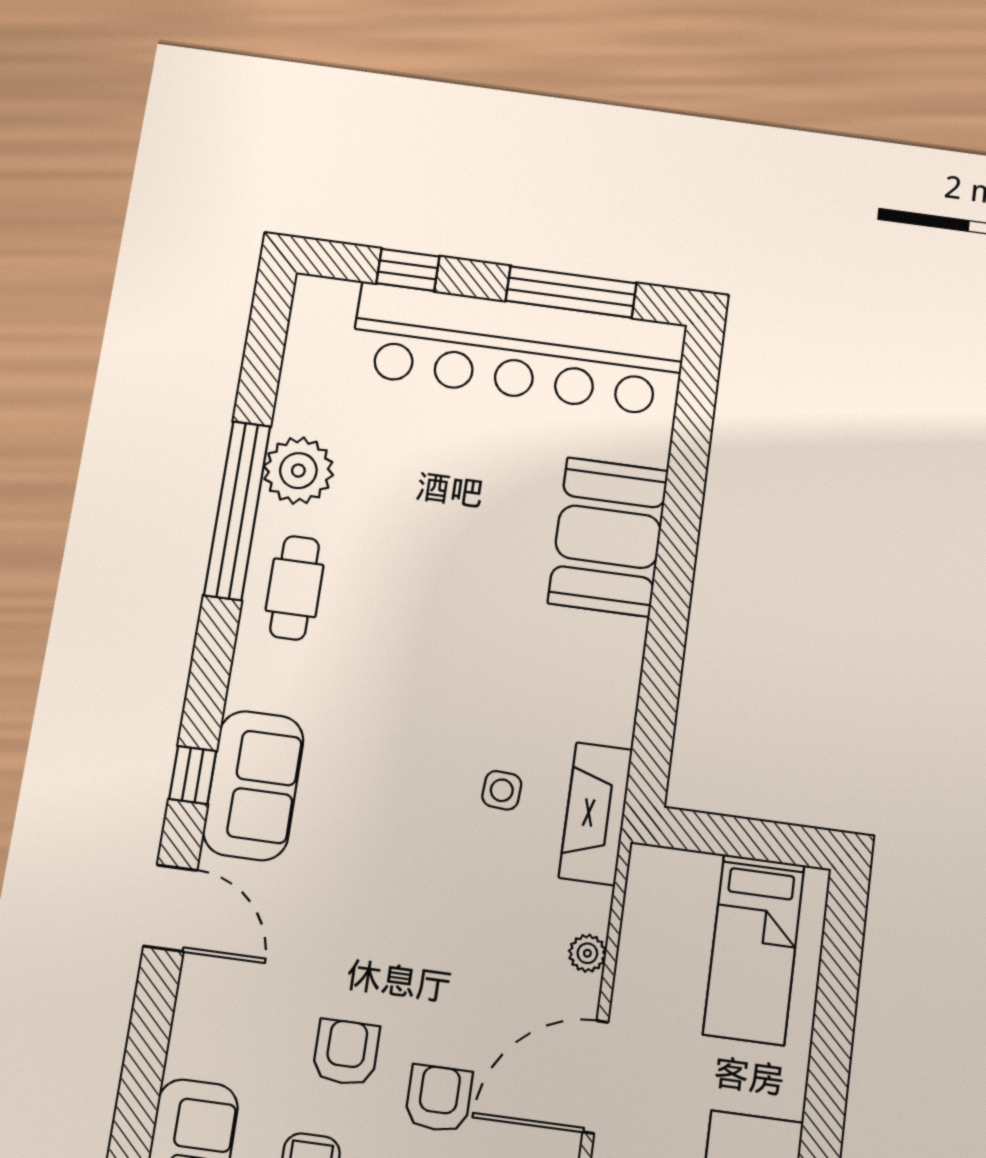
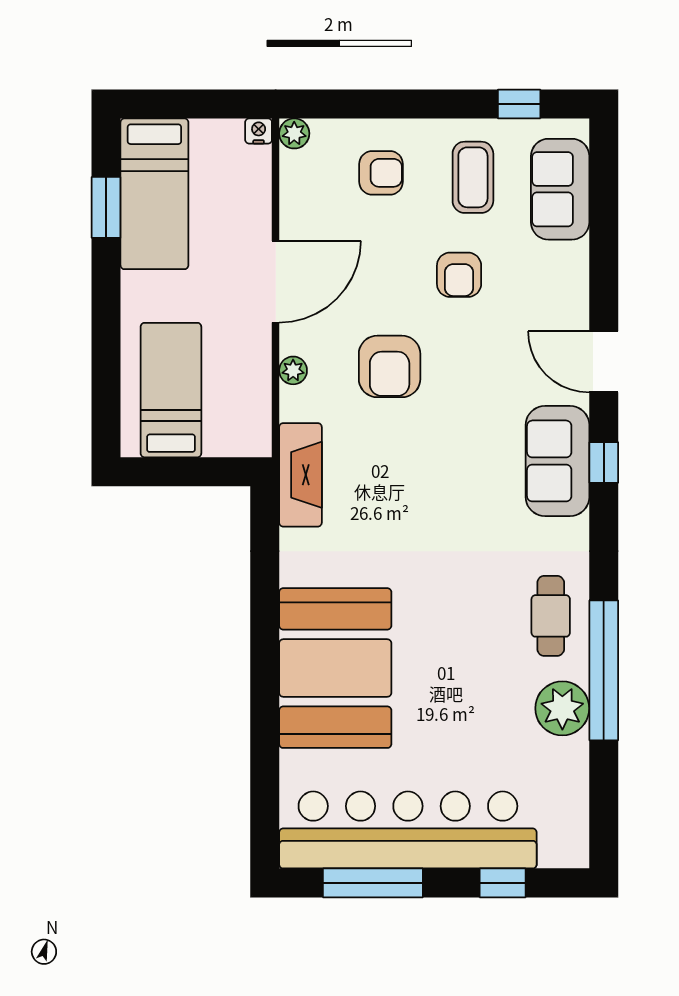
booth: (608, 537) -> (335, 668), width x1.36, depth x1.42
side table: (502, 790) -> (373, 483), removed
armchair: (439, 1099) -> (390, 366), moved, width x1.38, depth x1.38

